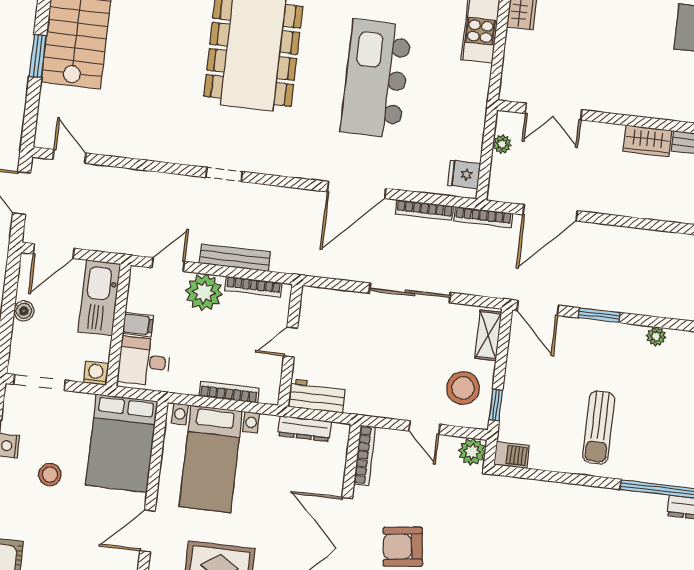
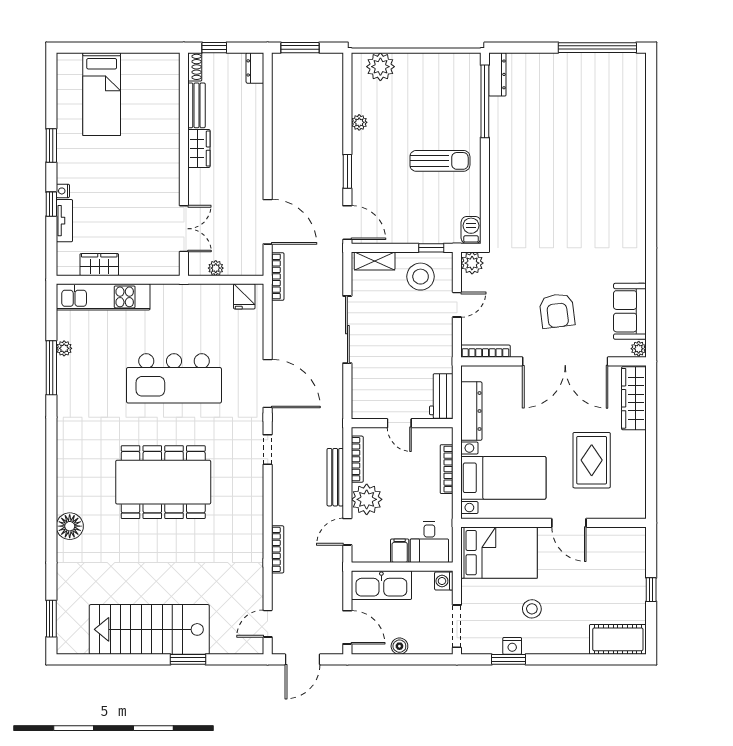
doorway: (224, 174) -> (268, 450), moved
bookcase: (424, 210) -> (278, 549), moved
door: (168, 265) -> (347, 532), hinge flipped
door: (538, 308) -> (347, 223), hinge flipped
dresser: (305, 429) -> (471, 411), width x1.37, depth x1.24

